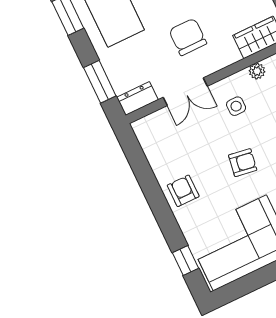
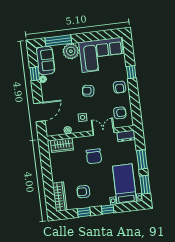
window: (100, 82) -> (142, 159), moved
armchair: (165, 140) -> (120, 113), added
window: (185, 261) -> (131, 72), moved

